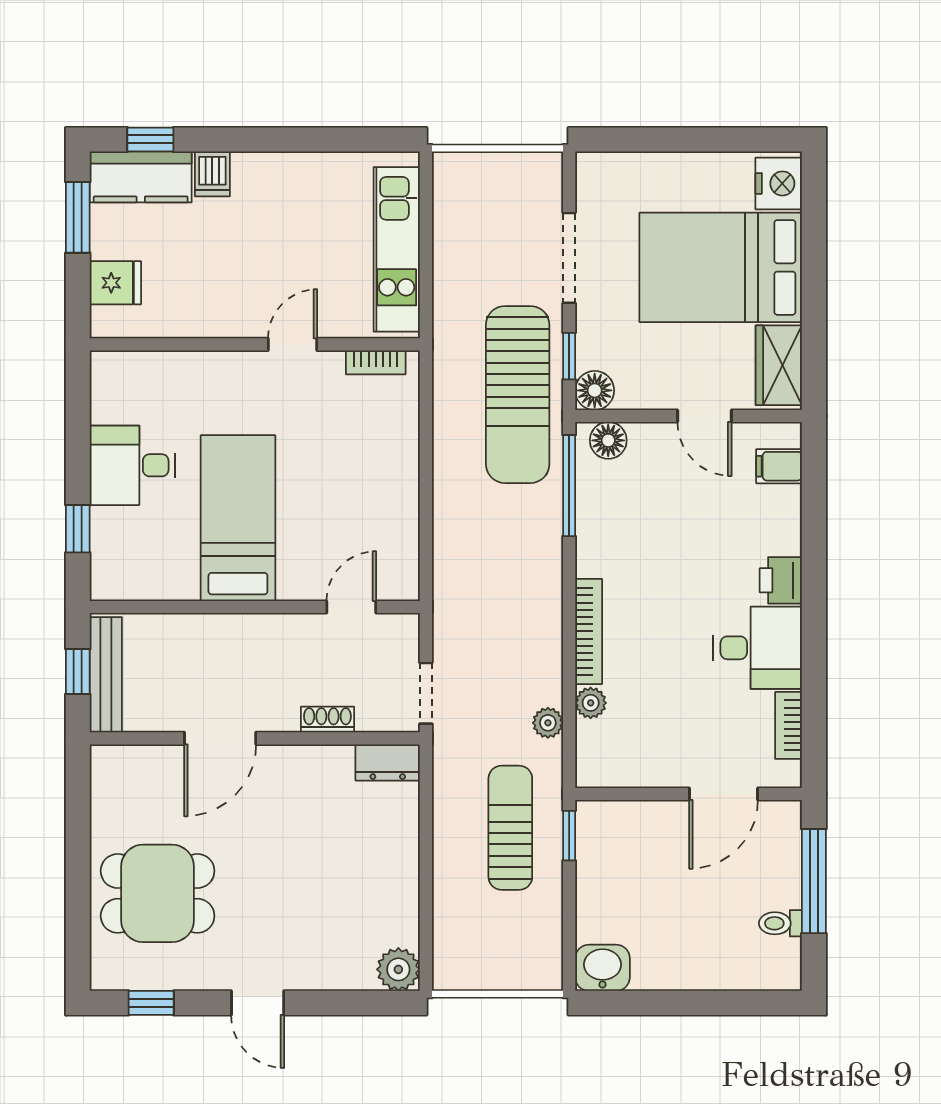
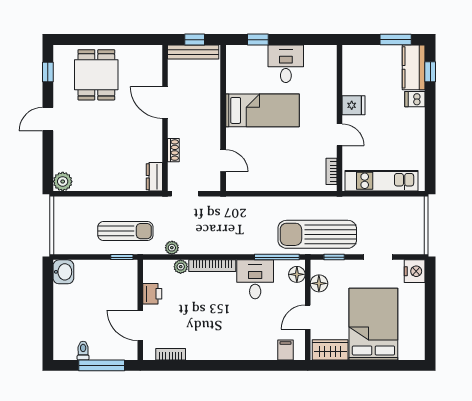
nightstand: (779, 183) -> (415, 271), moved, turned -90
doorway: (569, 258) -> (378, 257), width x0.73
fridge: (115, 283) -> (353, 105), moved, turned -90
floor lamp: (595, 390) -> (319, 283), moved
printer: (781, 580) -> (152, 294), moved, turned 90
desk: (758, 648) -> (255, 279), moved, turned 180

